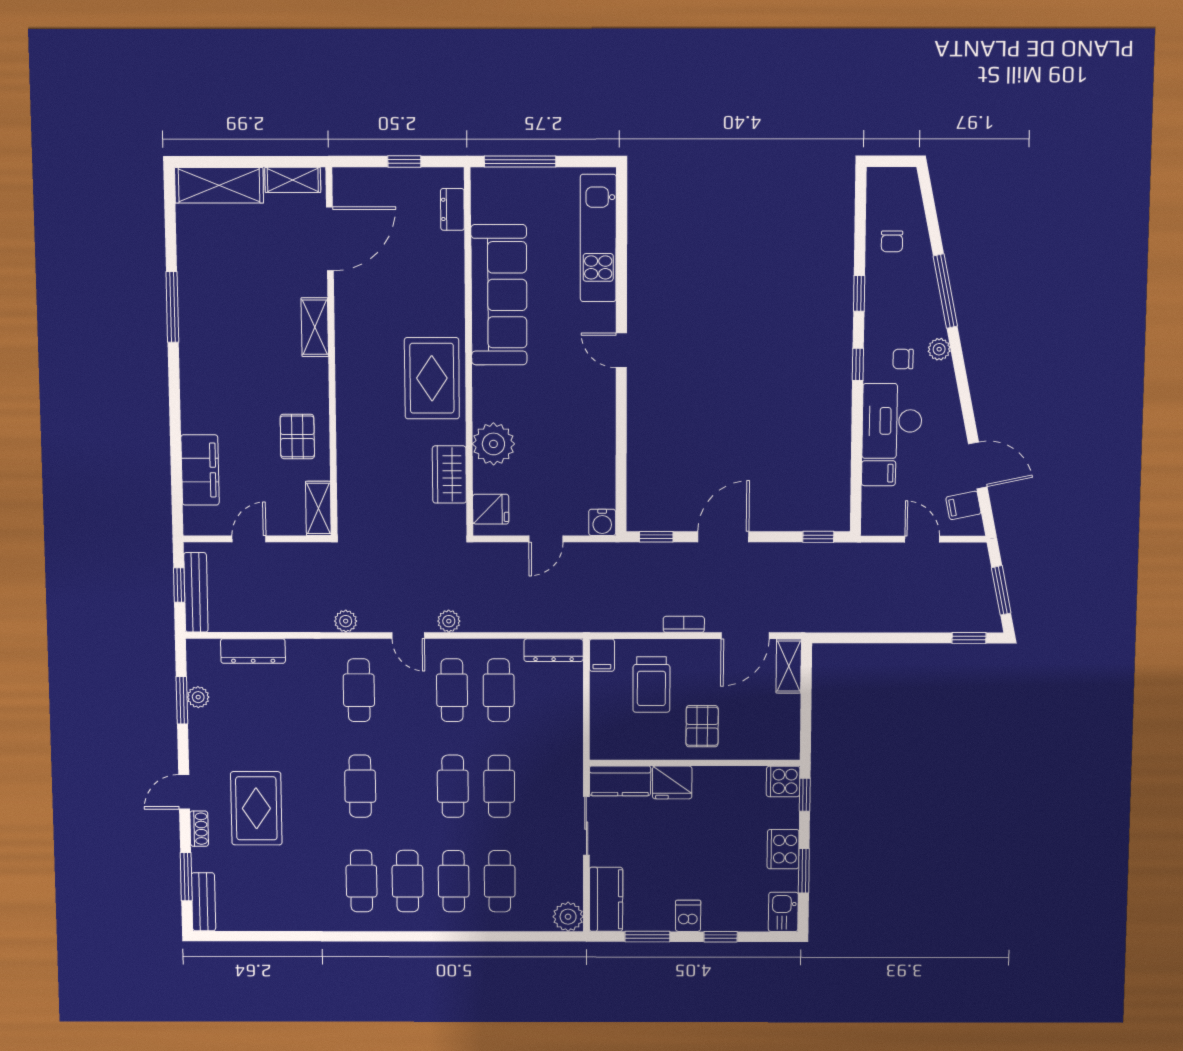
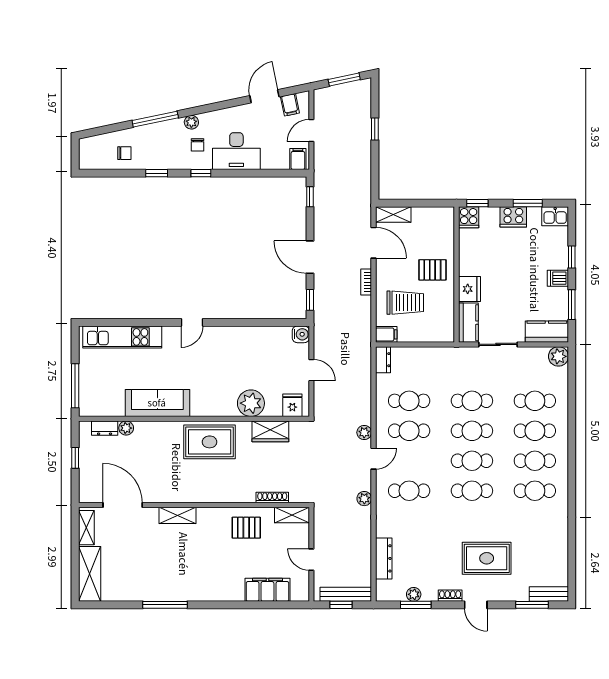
plant: (453, 244) -> (126, 428), added
sofa: (499, 295) -> (157, 403), width x0.74, depth x0.79
filing cabinet: (879, 473) -> (298, 159), moved
shoe rack: (345, 477) -> (272, 498), added
window: (969, 638) -> (375, 129), moved
dresser: (554, 650) -> (383, 360), width x0.70
cafe table: (406, 786) -> (472, 461), added
shoe rack: (199, 829) -> (450, 596), moved

